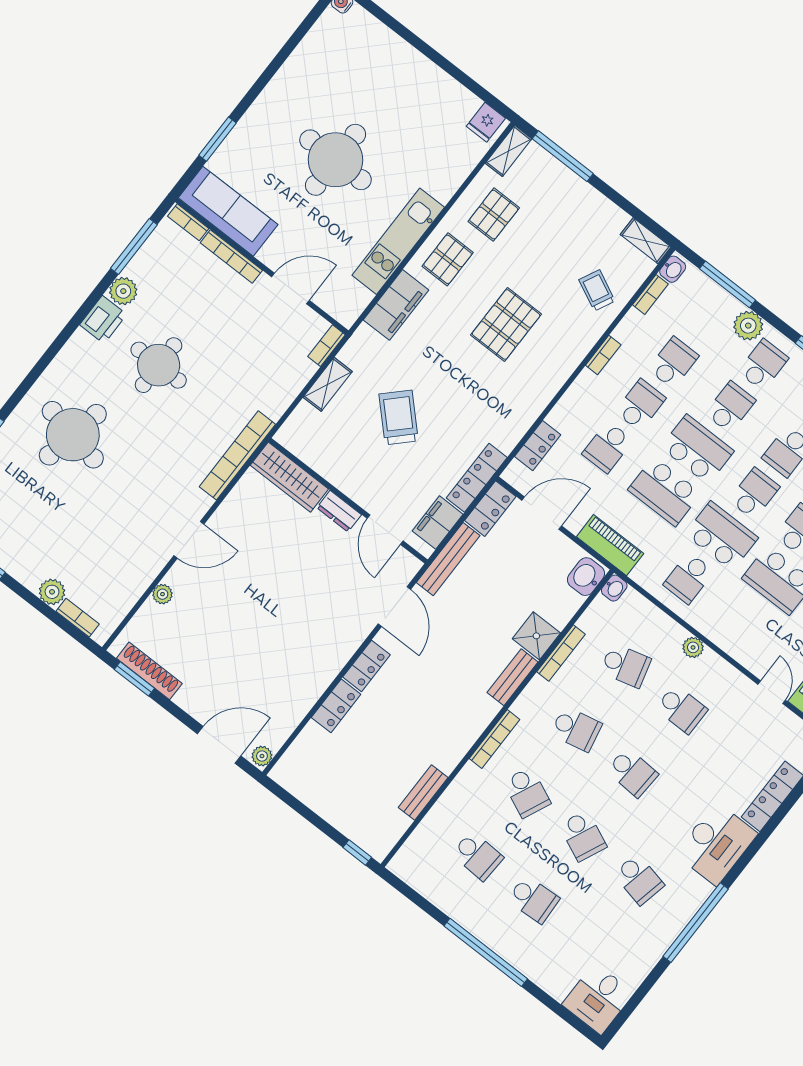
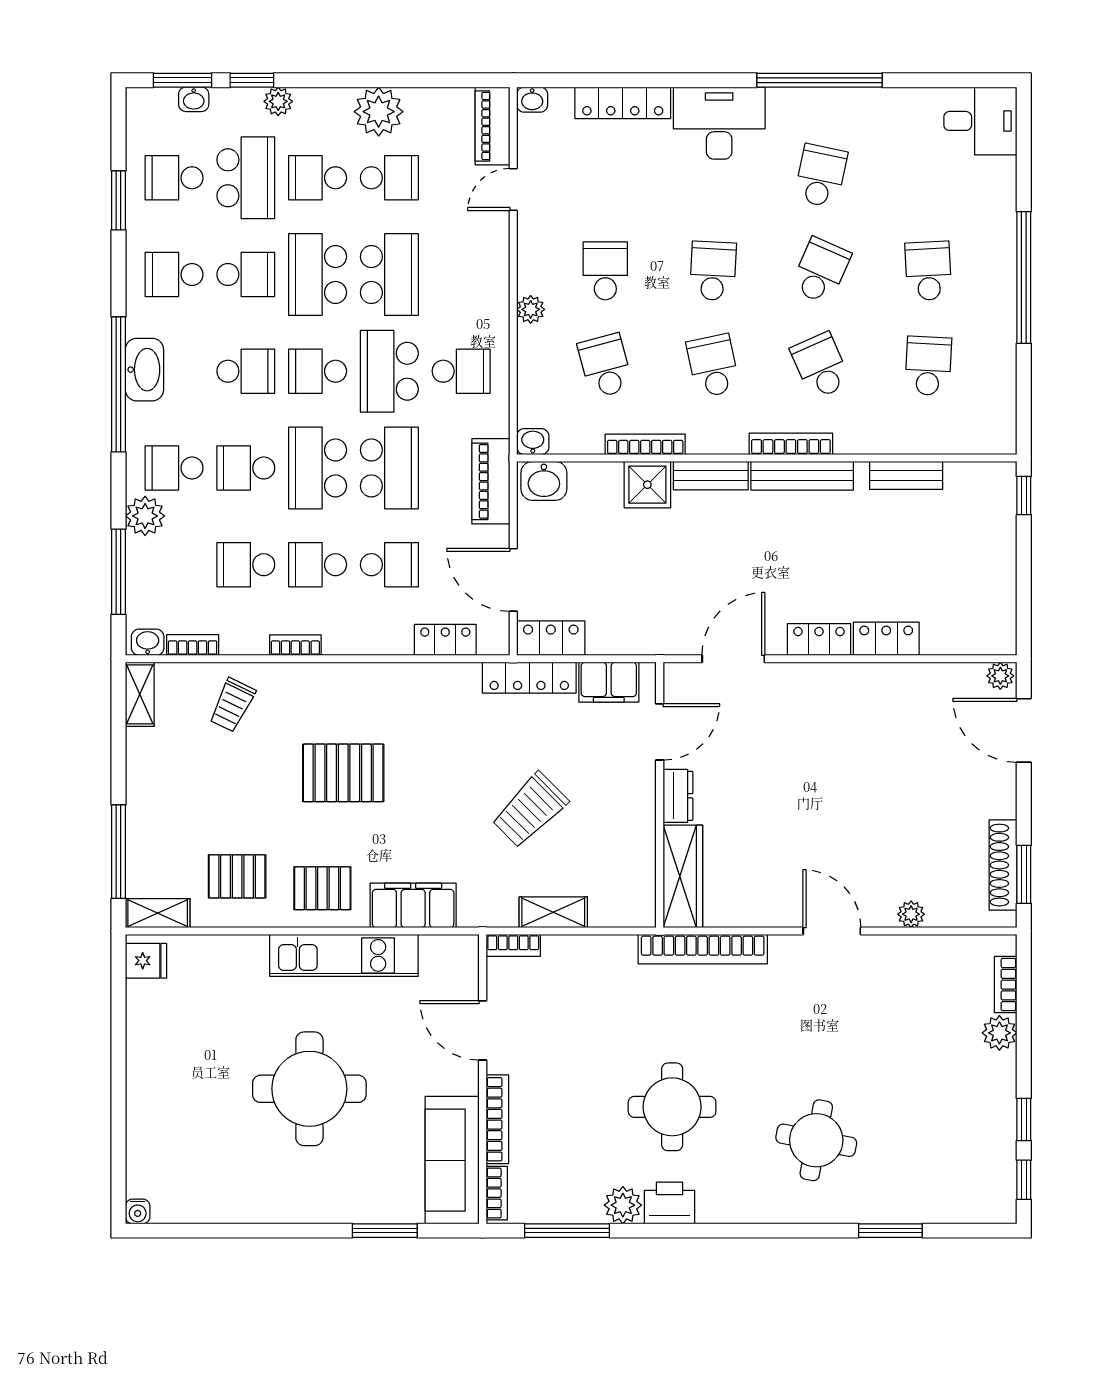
round table: (73, 435) -> (816, 1140), width x0.73, depth x0.73
bench: (448, 559) -> (802, 476), moved
school desk: (527, 792) -> (821, 366), turned -48

